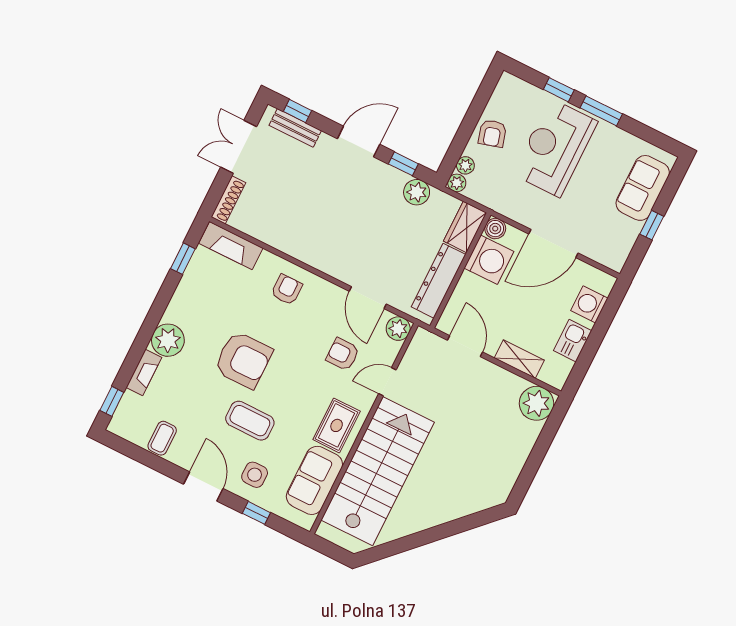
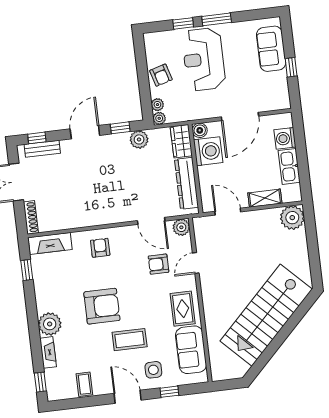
kitchen sink: (573, 341) -> (289, 166), width x1.38
stairs: (378, 471) -> (266, 315), moved, turned -135

